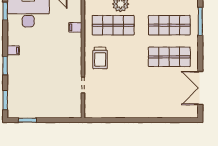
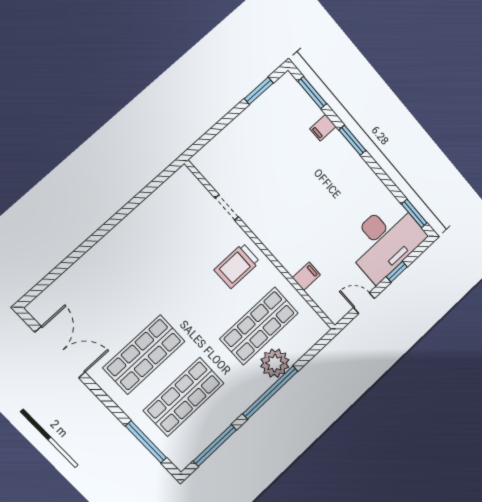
filing cabinet: (13, 50) -> (323, 128), moved
trolley: (100, 58) -> (237, 266), turned -90

